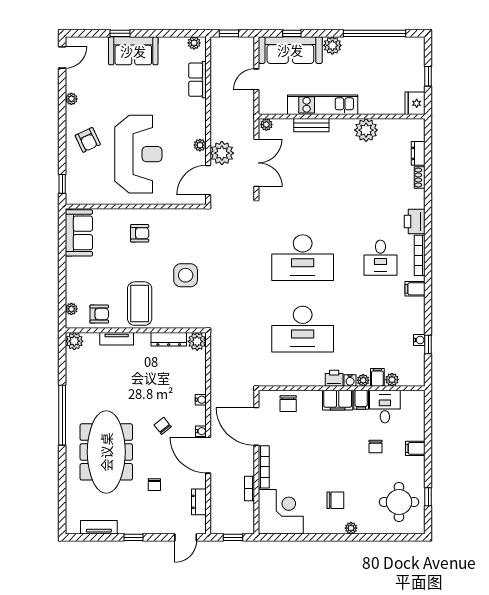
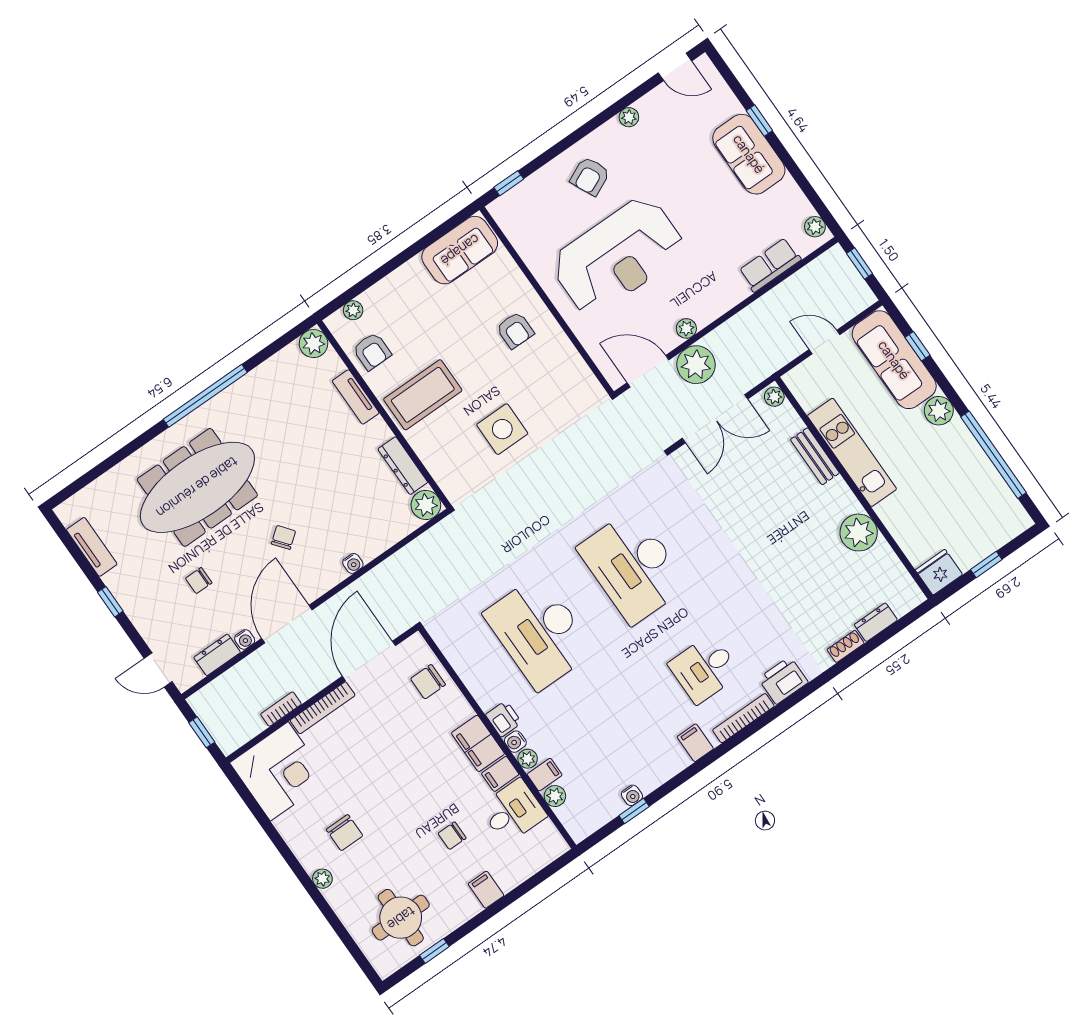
water cooler: (201, 431) -> (245, 639), moved

